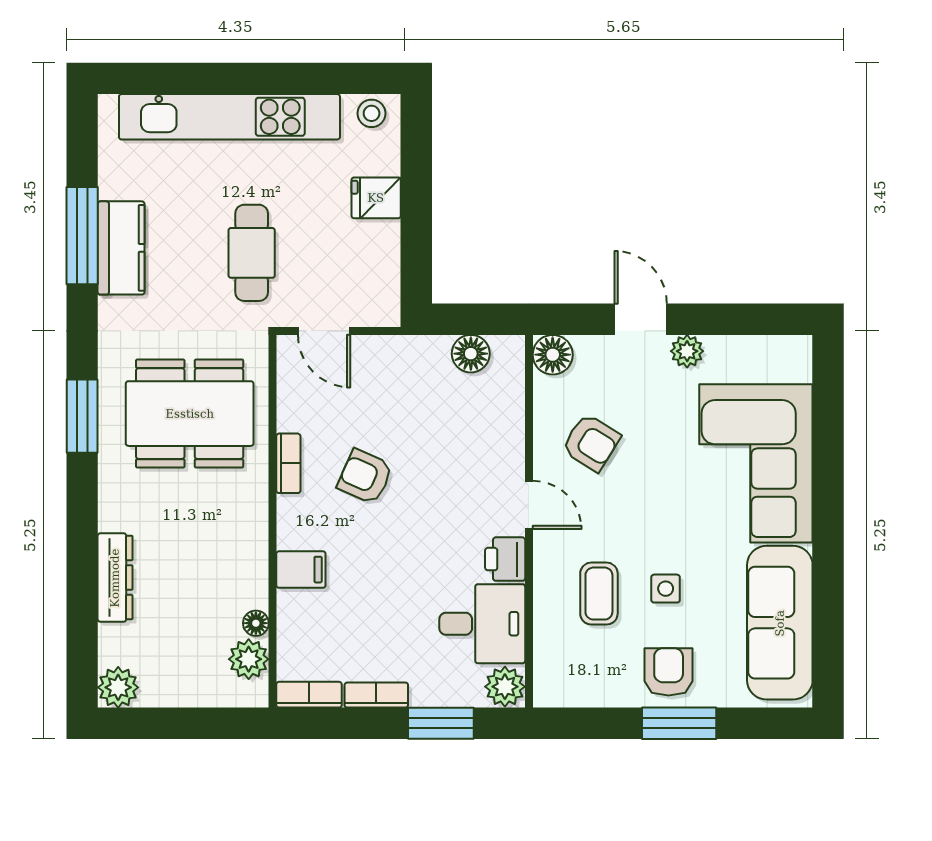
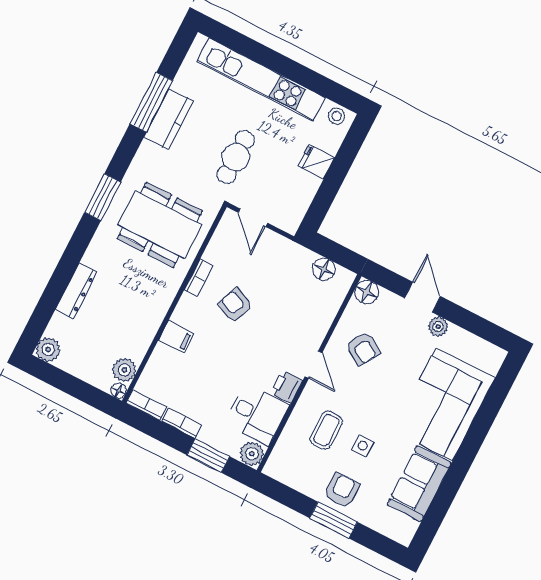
floor lamp: (256, 623) -> (119, 391), moved
sofa: (780, 623) -> (419, 484), width x0.73

